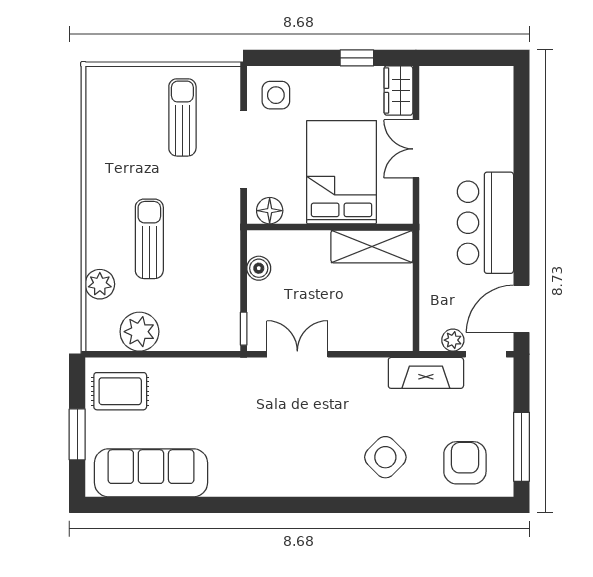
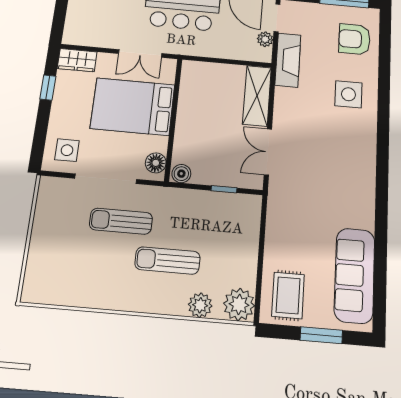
sun lounger: (182, 117) -> (121, 221), moved
double door: (416, 149) -> (140, 53), moved
shelving: (372, 247) -> (257, 96), moved
boiler: (259, 268) -> (181, 174), moved
window: (244, 329) -> (224, 189), moved
plant: (139, 332) -> (239, 305), moved
side table: (385, 457) -> (348, 94), turned 45

